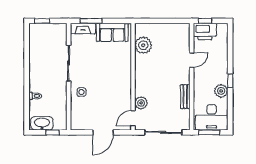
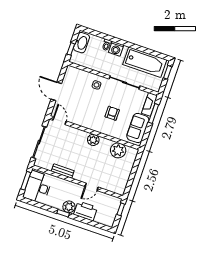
printer: (205, 31) -> (86, 211), moved, turned 90
bathtub: (40, 49) -> (145, 62), added
door: (192, 60) -> (92, 187), hinge flipped
armchair: (106, 65) -> (112, 113), added
washing machine: (36, 84) -> (116, 49), added
plant: (221, 91) -> (69, 207), moved
plant: (141, 103) -> (93, 140), moved

